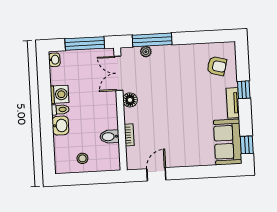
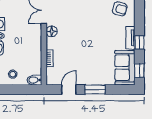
window: (244, 90) -> (139, 42), moved
bidet: (109, 137) -> (34, 80), moved
window: (191, 172) -> (95, 90), added

